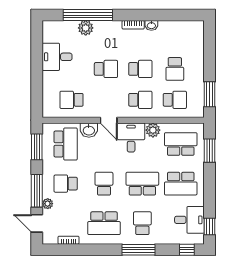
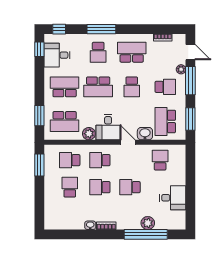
school desk: (72, 100) -> (160, 160), turned -90

